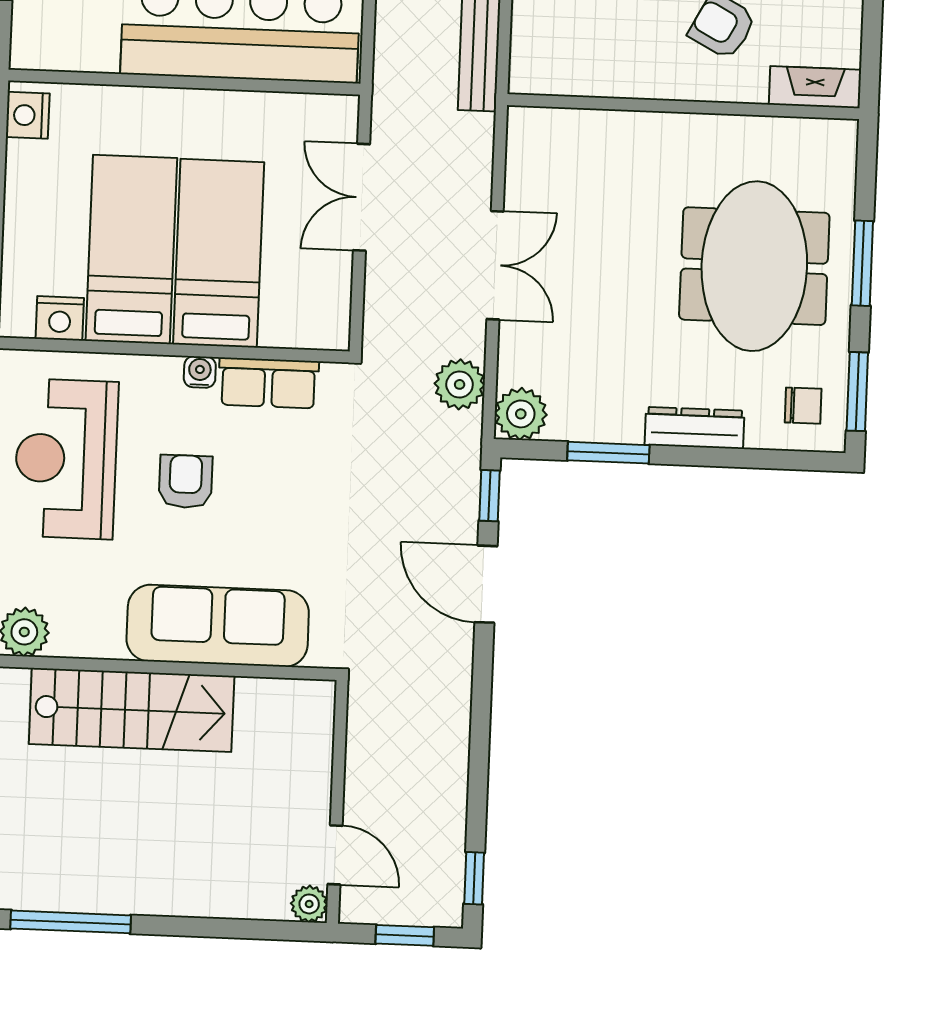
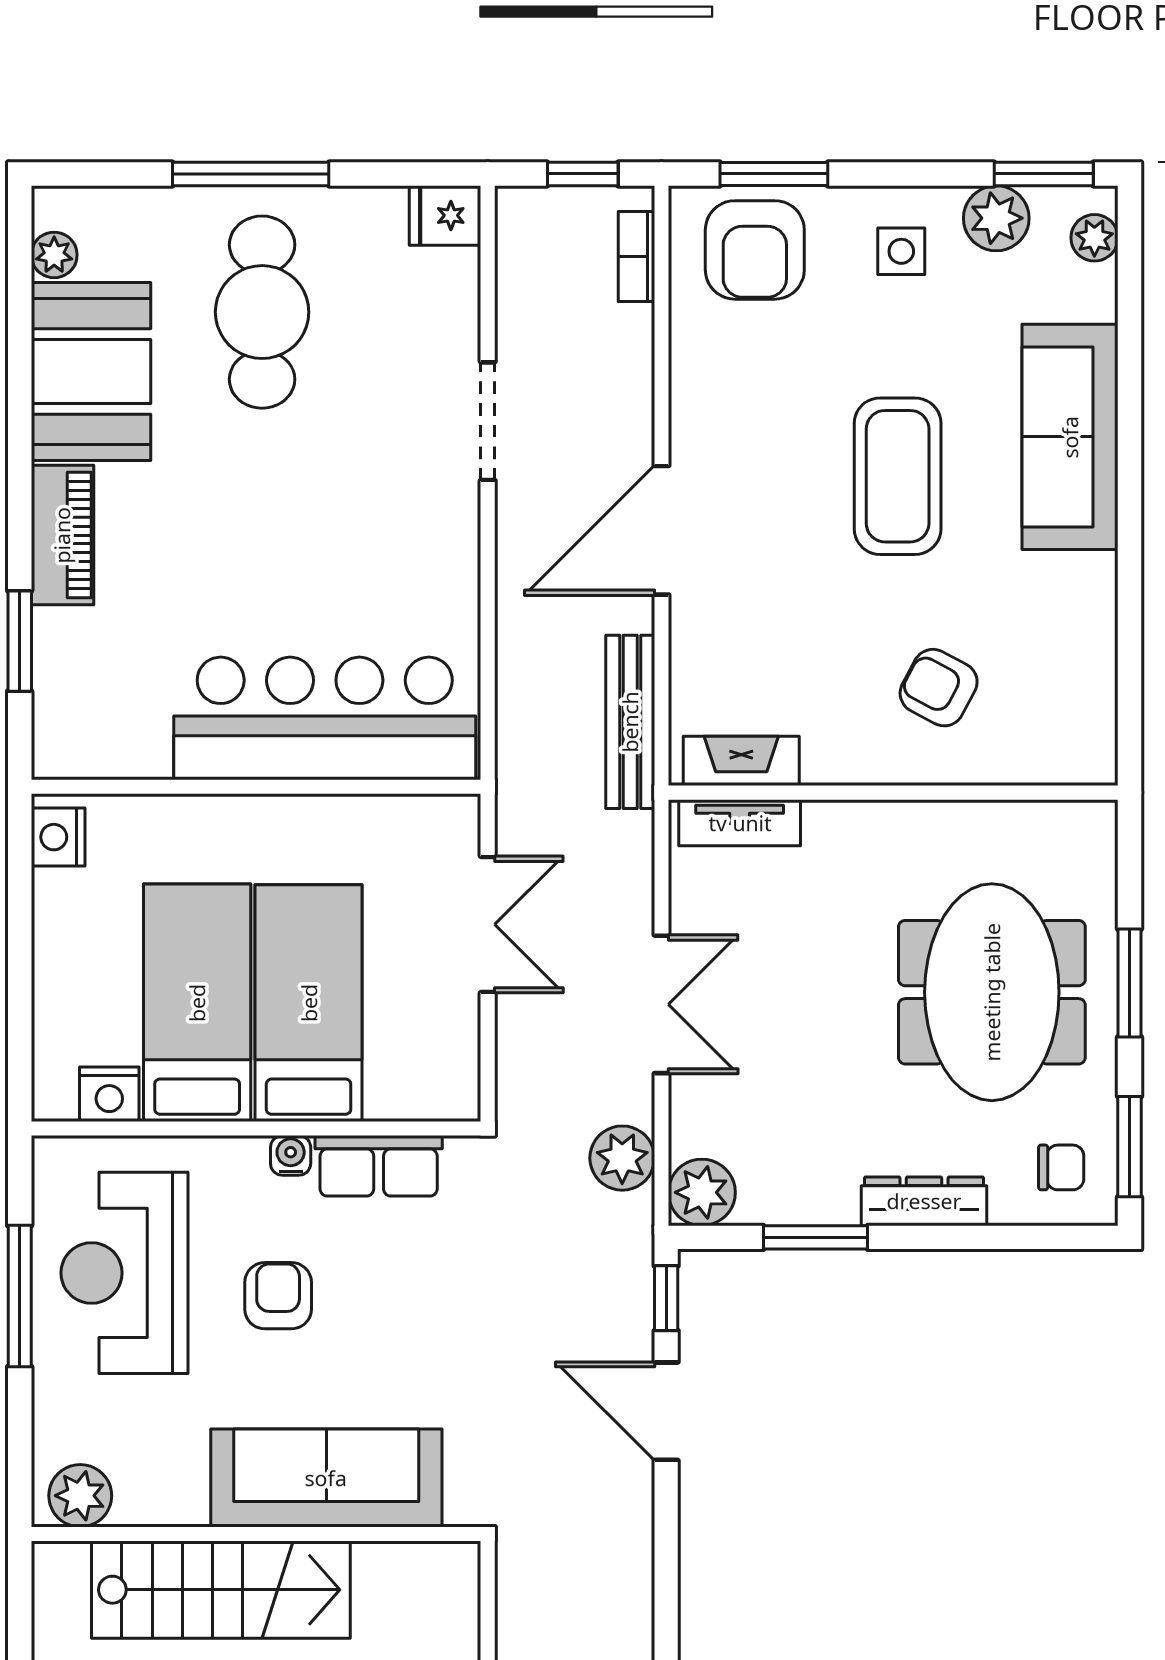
fireplace: (815, 87) -> (741, 761), moved
tv unit: (562, 125) -> (740, 823), added
double door: (361, 197) -> (488, 924), swing flipped

